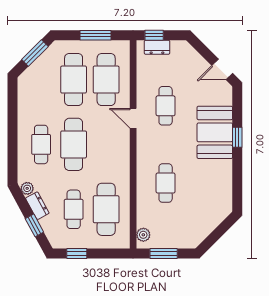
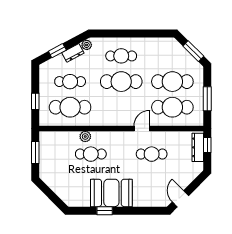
dresser: (157, 47) -> (198, 147), width x1.44
booth: (215, 132) -> (111, 193), moved
window: (237, 137) -> (105, 211), moved
plant: (143, 235) -> (85, 137), moved
window: (77, 254) -> (35, 101), moved

